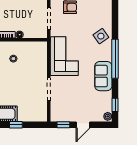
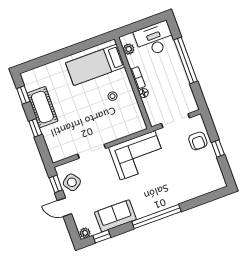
side table: (101, 36) -> (72, 182), moved
sofa: (103, 76) -> (115, 216), moved

